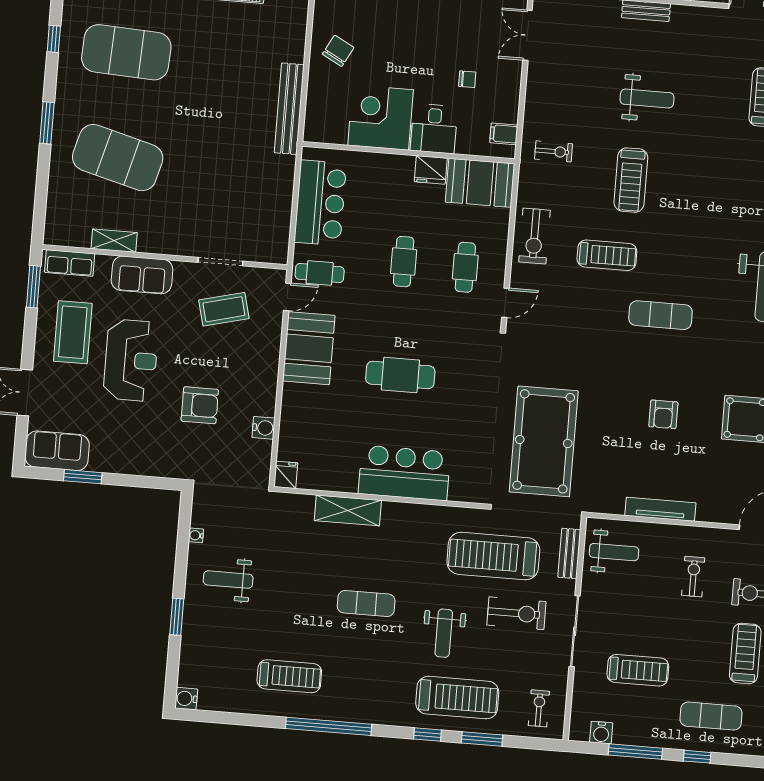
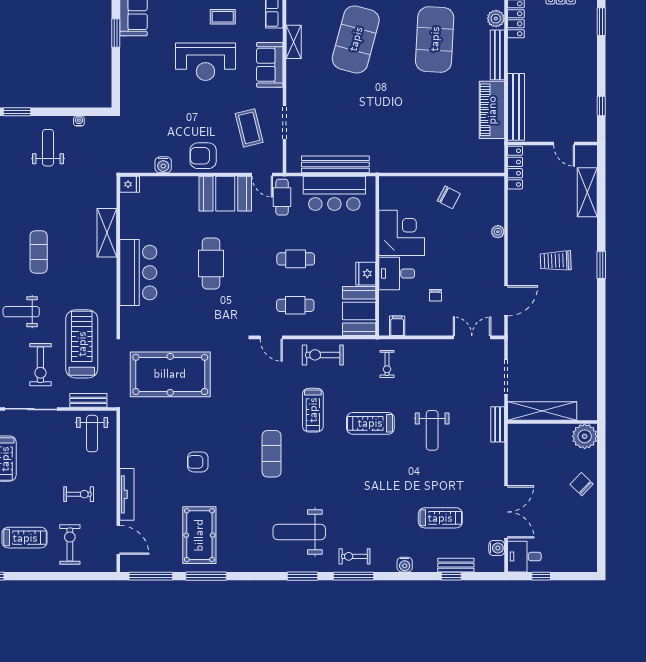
bench: (289, 109) -> (335, 164), moved
coffee table: (73, 332) -> (223, 17), width x0.54, depth x0.58
armchair: (200, 405) -> (203, 156), moved, turned 90
tv unit: (660, 509) -> (127, 494), moved

